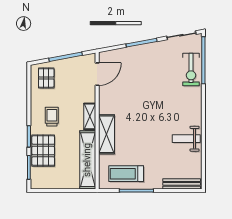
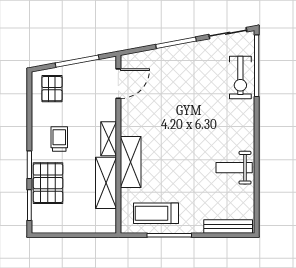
shelving: (88, 160) -> (106, 183), width x0.68

